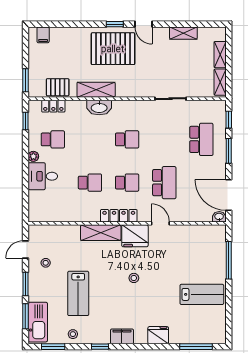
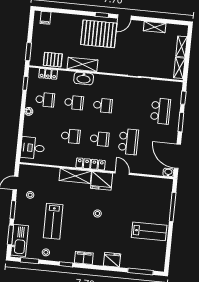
door: (144, 24) -> (124, 17), hinge flipped
school desk: (90, 139) -> (74, 103), added
desk: (43, 176) -> (33, 148), moved

